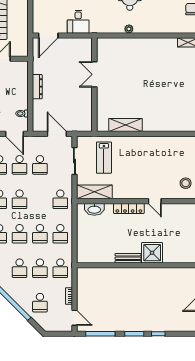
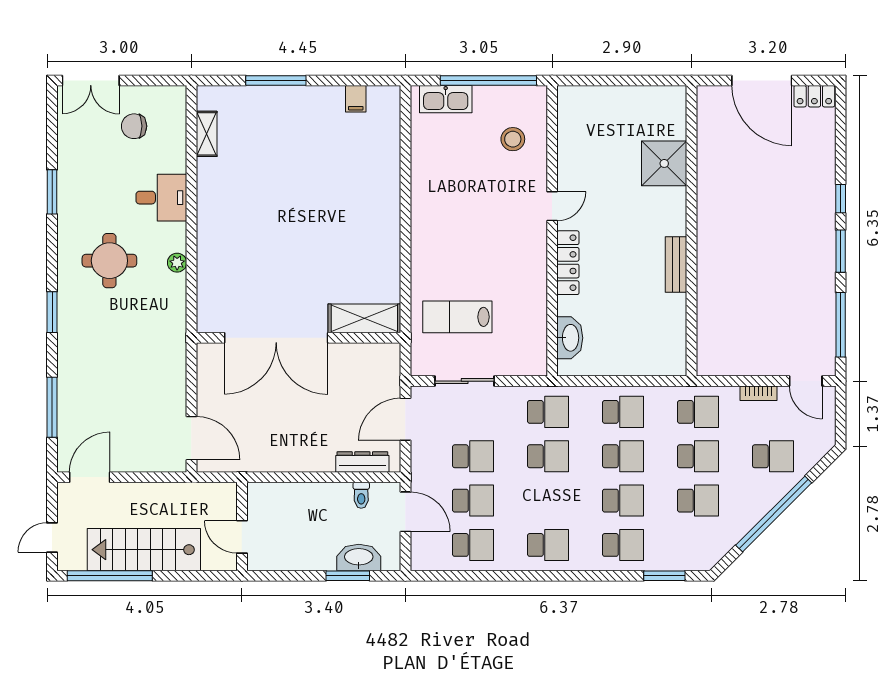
desk: (78, 22) -> (161, 198), moved
double door: (94, 74) -> (276, 338), width x1.87
dresser: (37, 87) -> (362, 462), moved
shelving: (125, 125) -> (364, 318), moved, turned 90
door: (14, 134) -> (405, 512), hinge flipped
lab bench: (104, 158) -> (457, 317), turned 180
shelving: (94, 192) -> (532, 338), removed
school desk: (20, 199) -> (548, 456), moved
shower: (152, 253) -> (664, 163), moved
door: (74, 318) -> (806, 381), swing flipped

